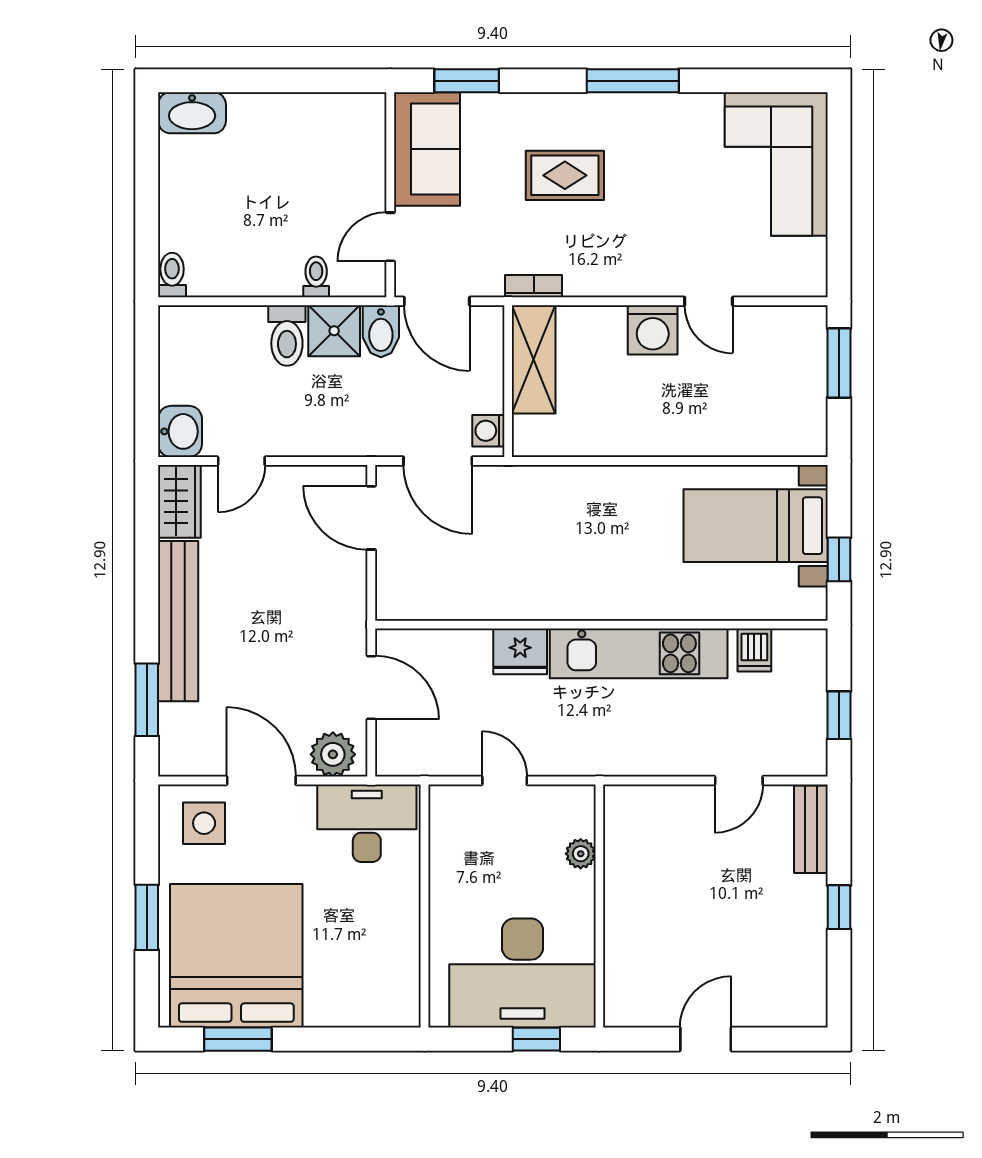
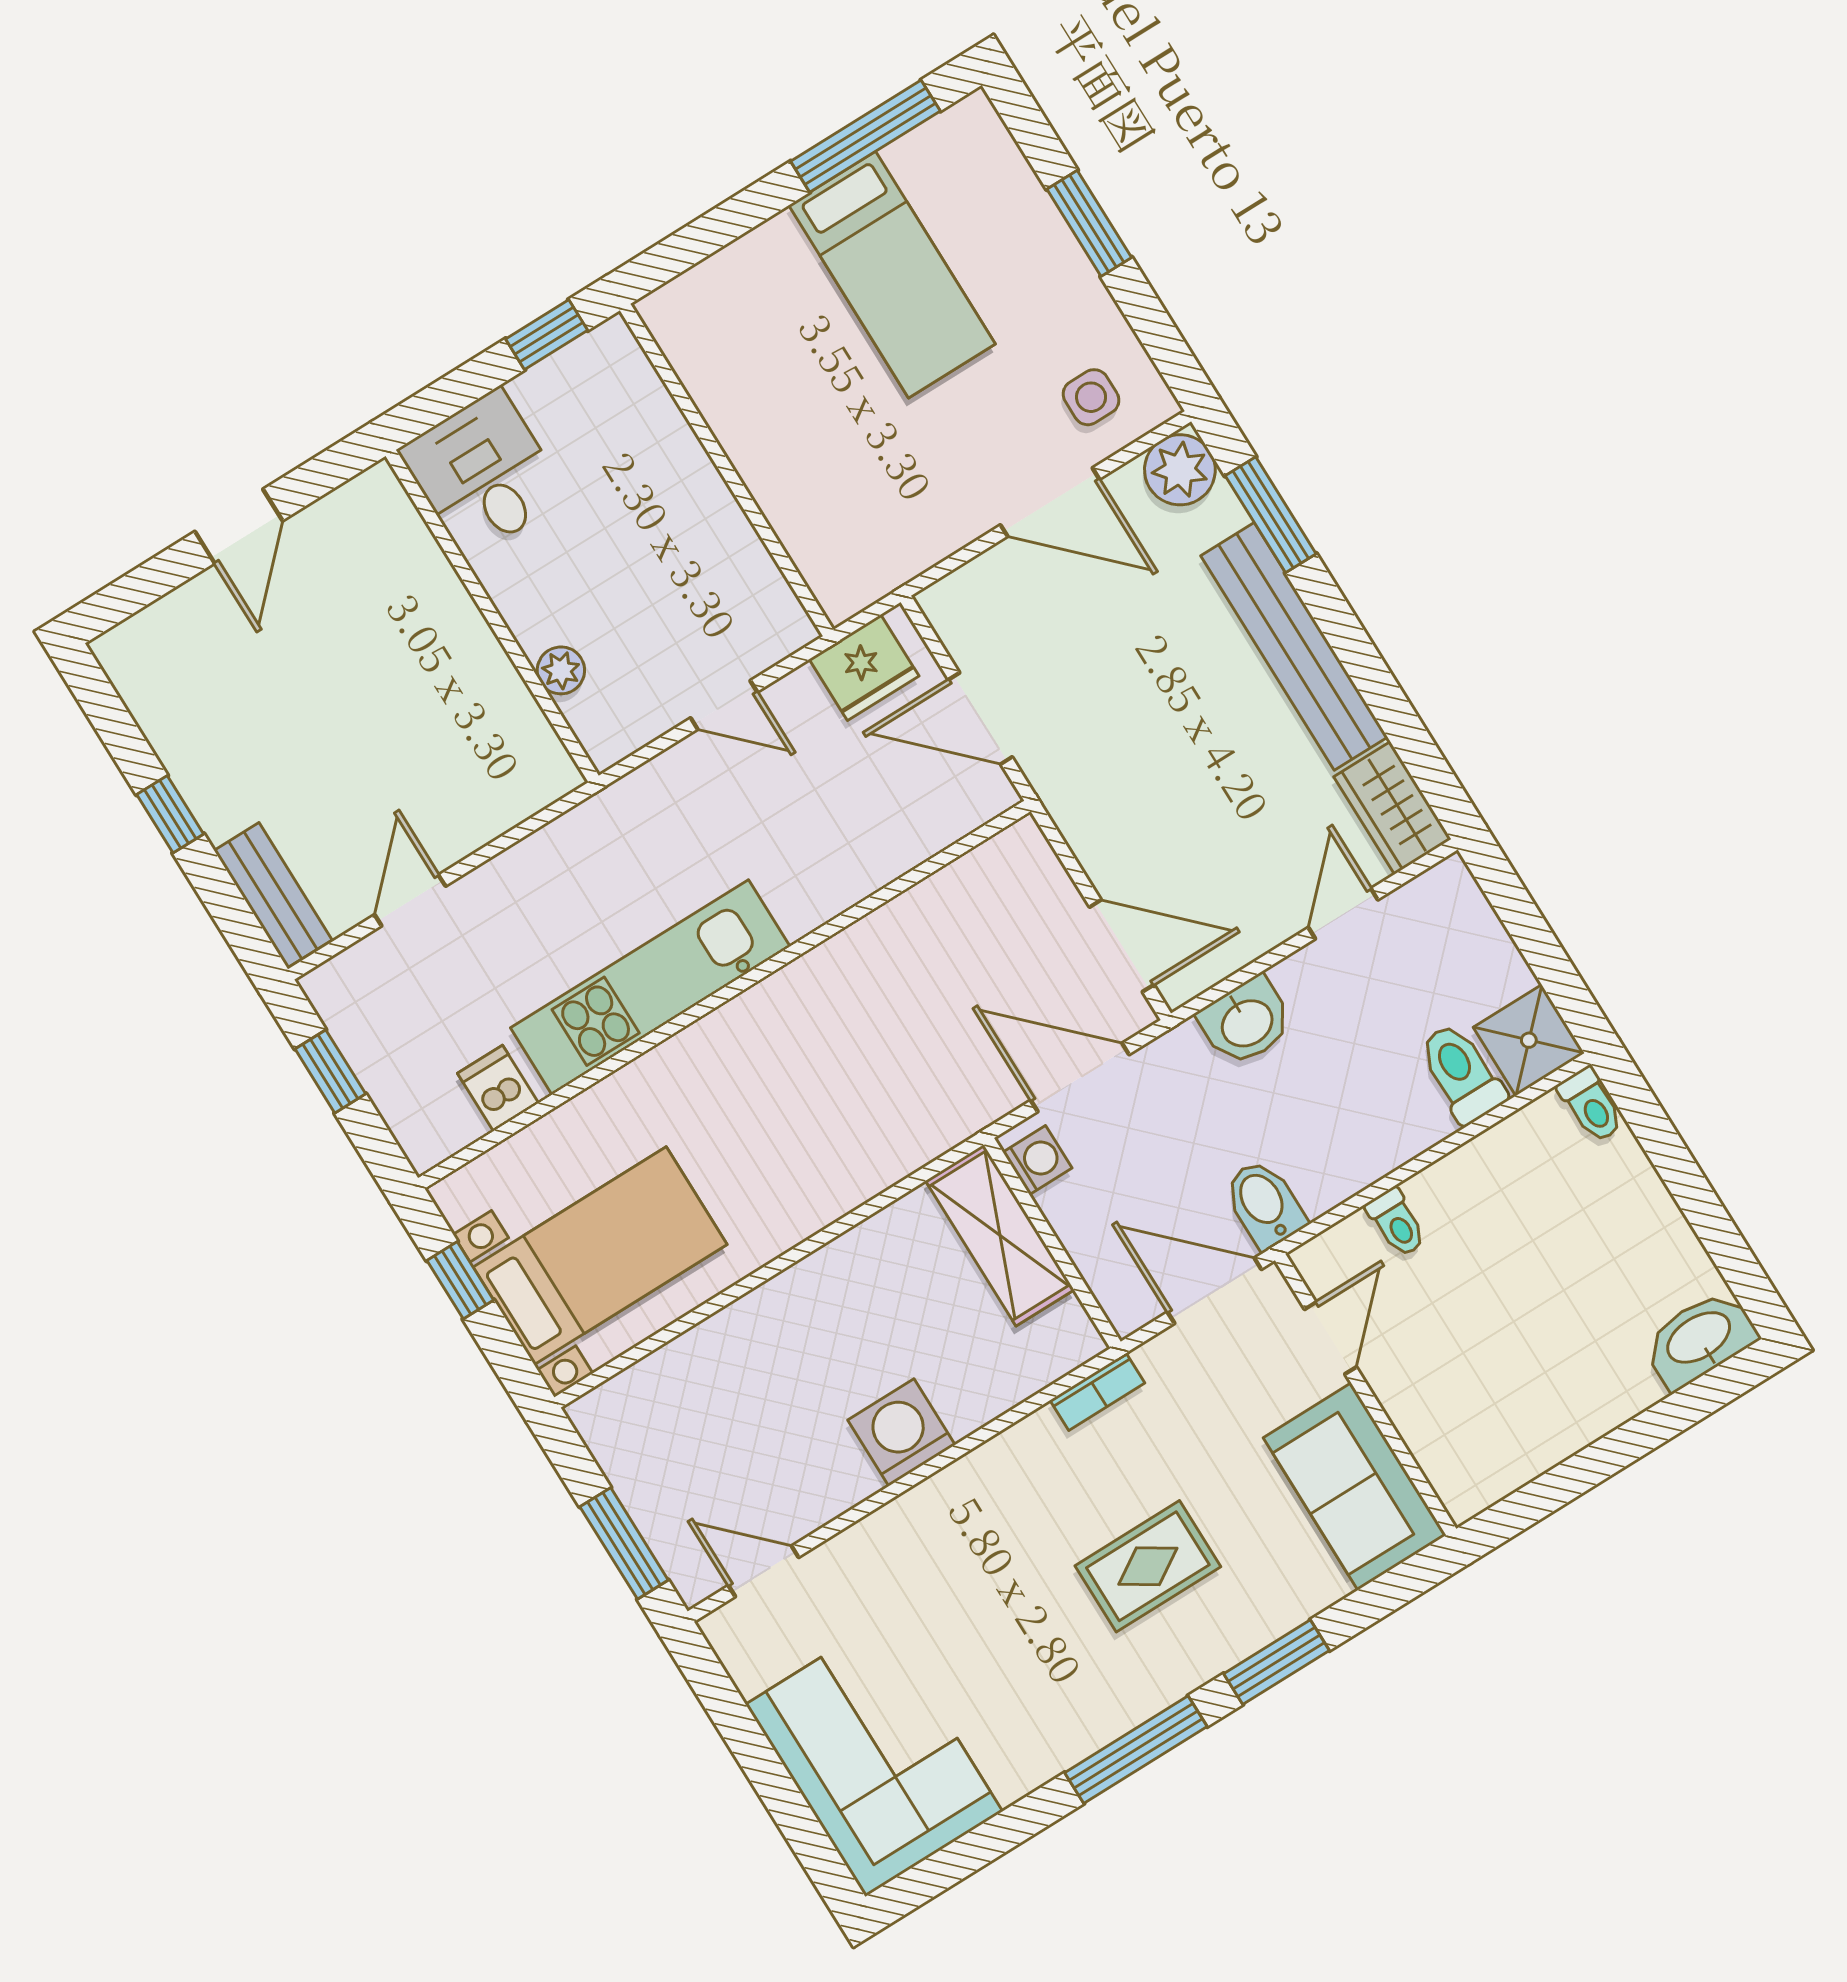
window: (467, 81) -> (1277, 1662), moved
door: (709, 301) -> (764, 1571), moved
shower: (334, 331) -> (1529, 1040), moved
toilet: (287, 336) -> (1462, 1073), moved
shelving: (534, 359) -> (1000, 1235), moved
washbasin: (180, 431) -> (1246, 1022), moved, turned -90
fridge: (520, 651) -> (864, 668), moved, turned 180
plant: (333, 754) -> (1180, 470), moved
side table: (204, 823) -> (1091, 397), width x0.73, depth x0.73
desk: (367, 823) -> (873, 533), removed
bed: (236, 956) -> (892, 275), width x0.49
desk: (523, 973) -> (483, 474), width x0.53, depth x0.77
window: (238, 1039) -> (865, 136), width x1.44
window: (536, 1039) -> (547, 335), moved

